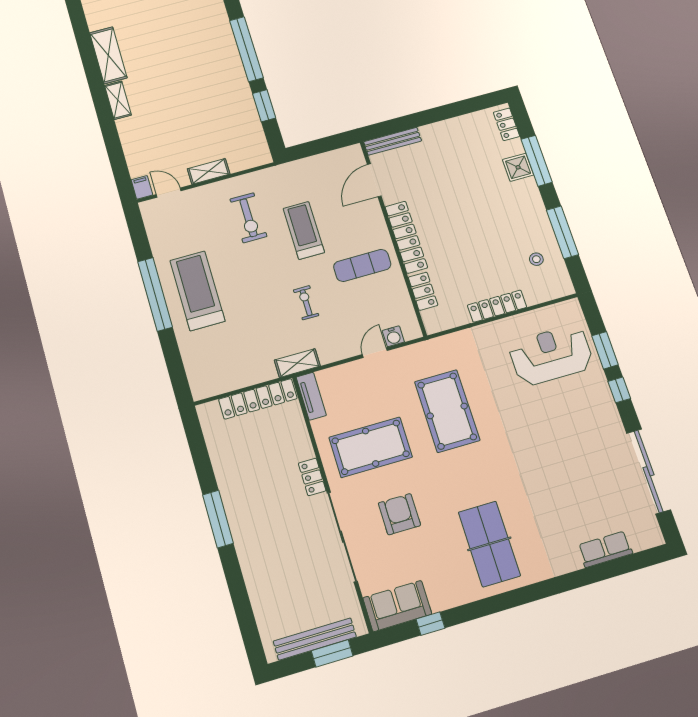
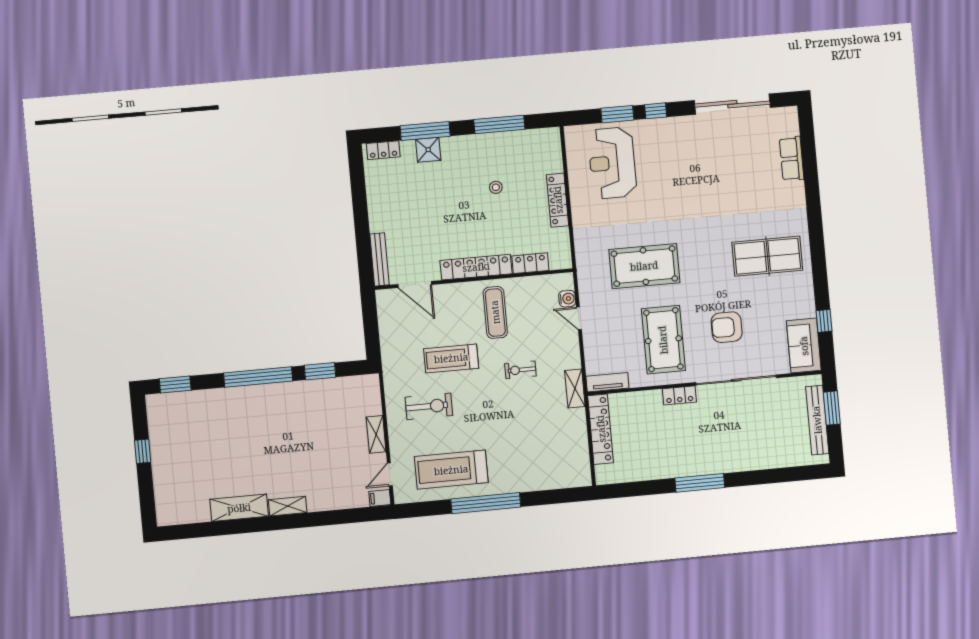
stool: (536, 259) -> (496, 187), moved
treadmill: (197, 291) -> (451, 470), moved

